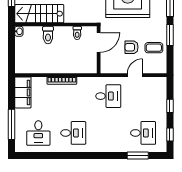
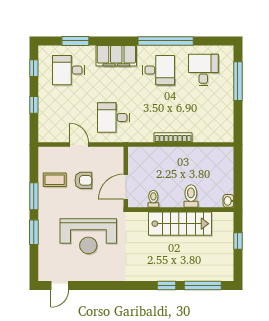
stairs: (39, 14) -> (180, 224), moved
door: (135, 75) -> (79, 144), swing flipped
filing cabinet: (23, 92) -> (116, 56), moved, turned -90
desk: (73, 133) -> (158, 70), turned 180
window: (68, 156) -> (166, 41), added

